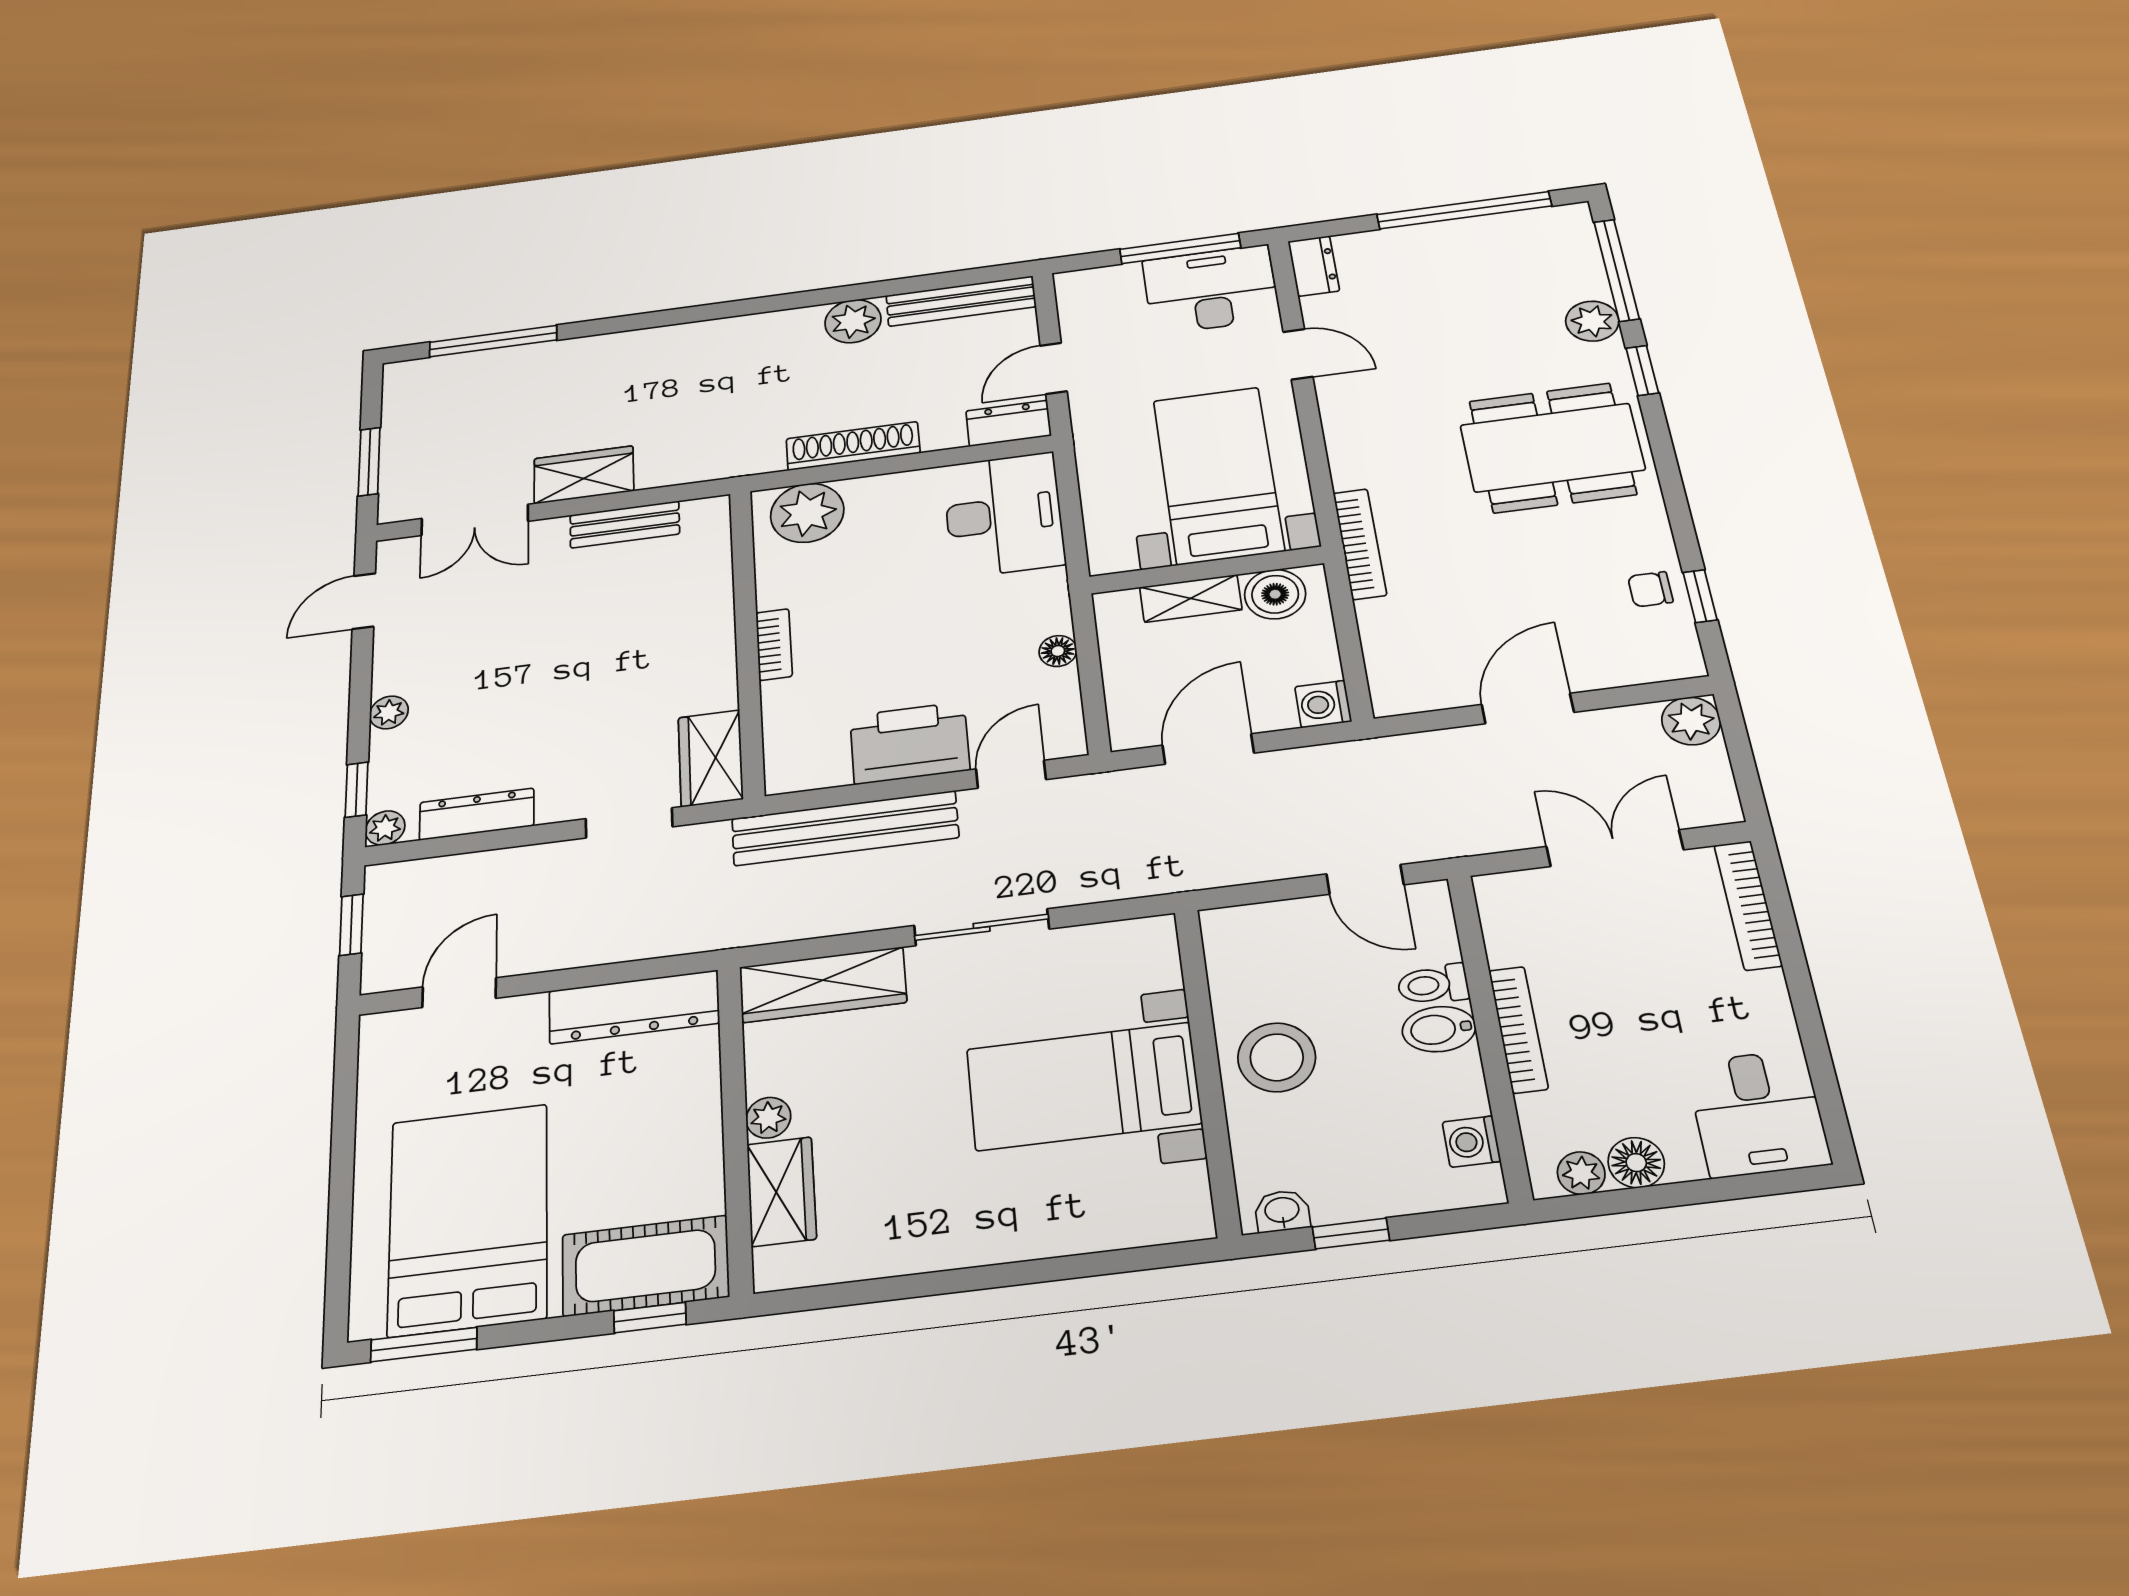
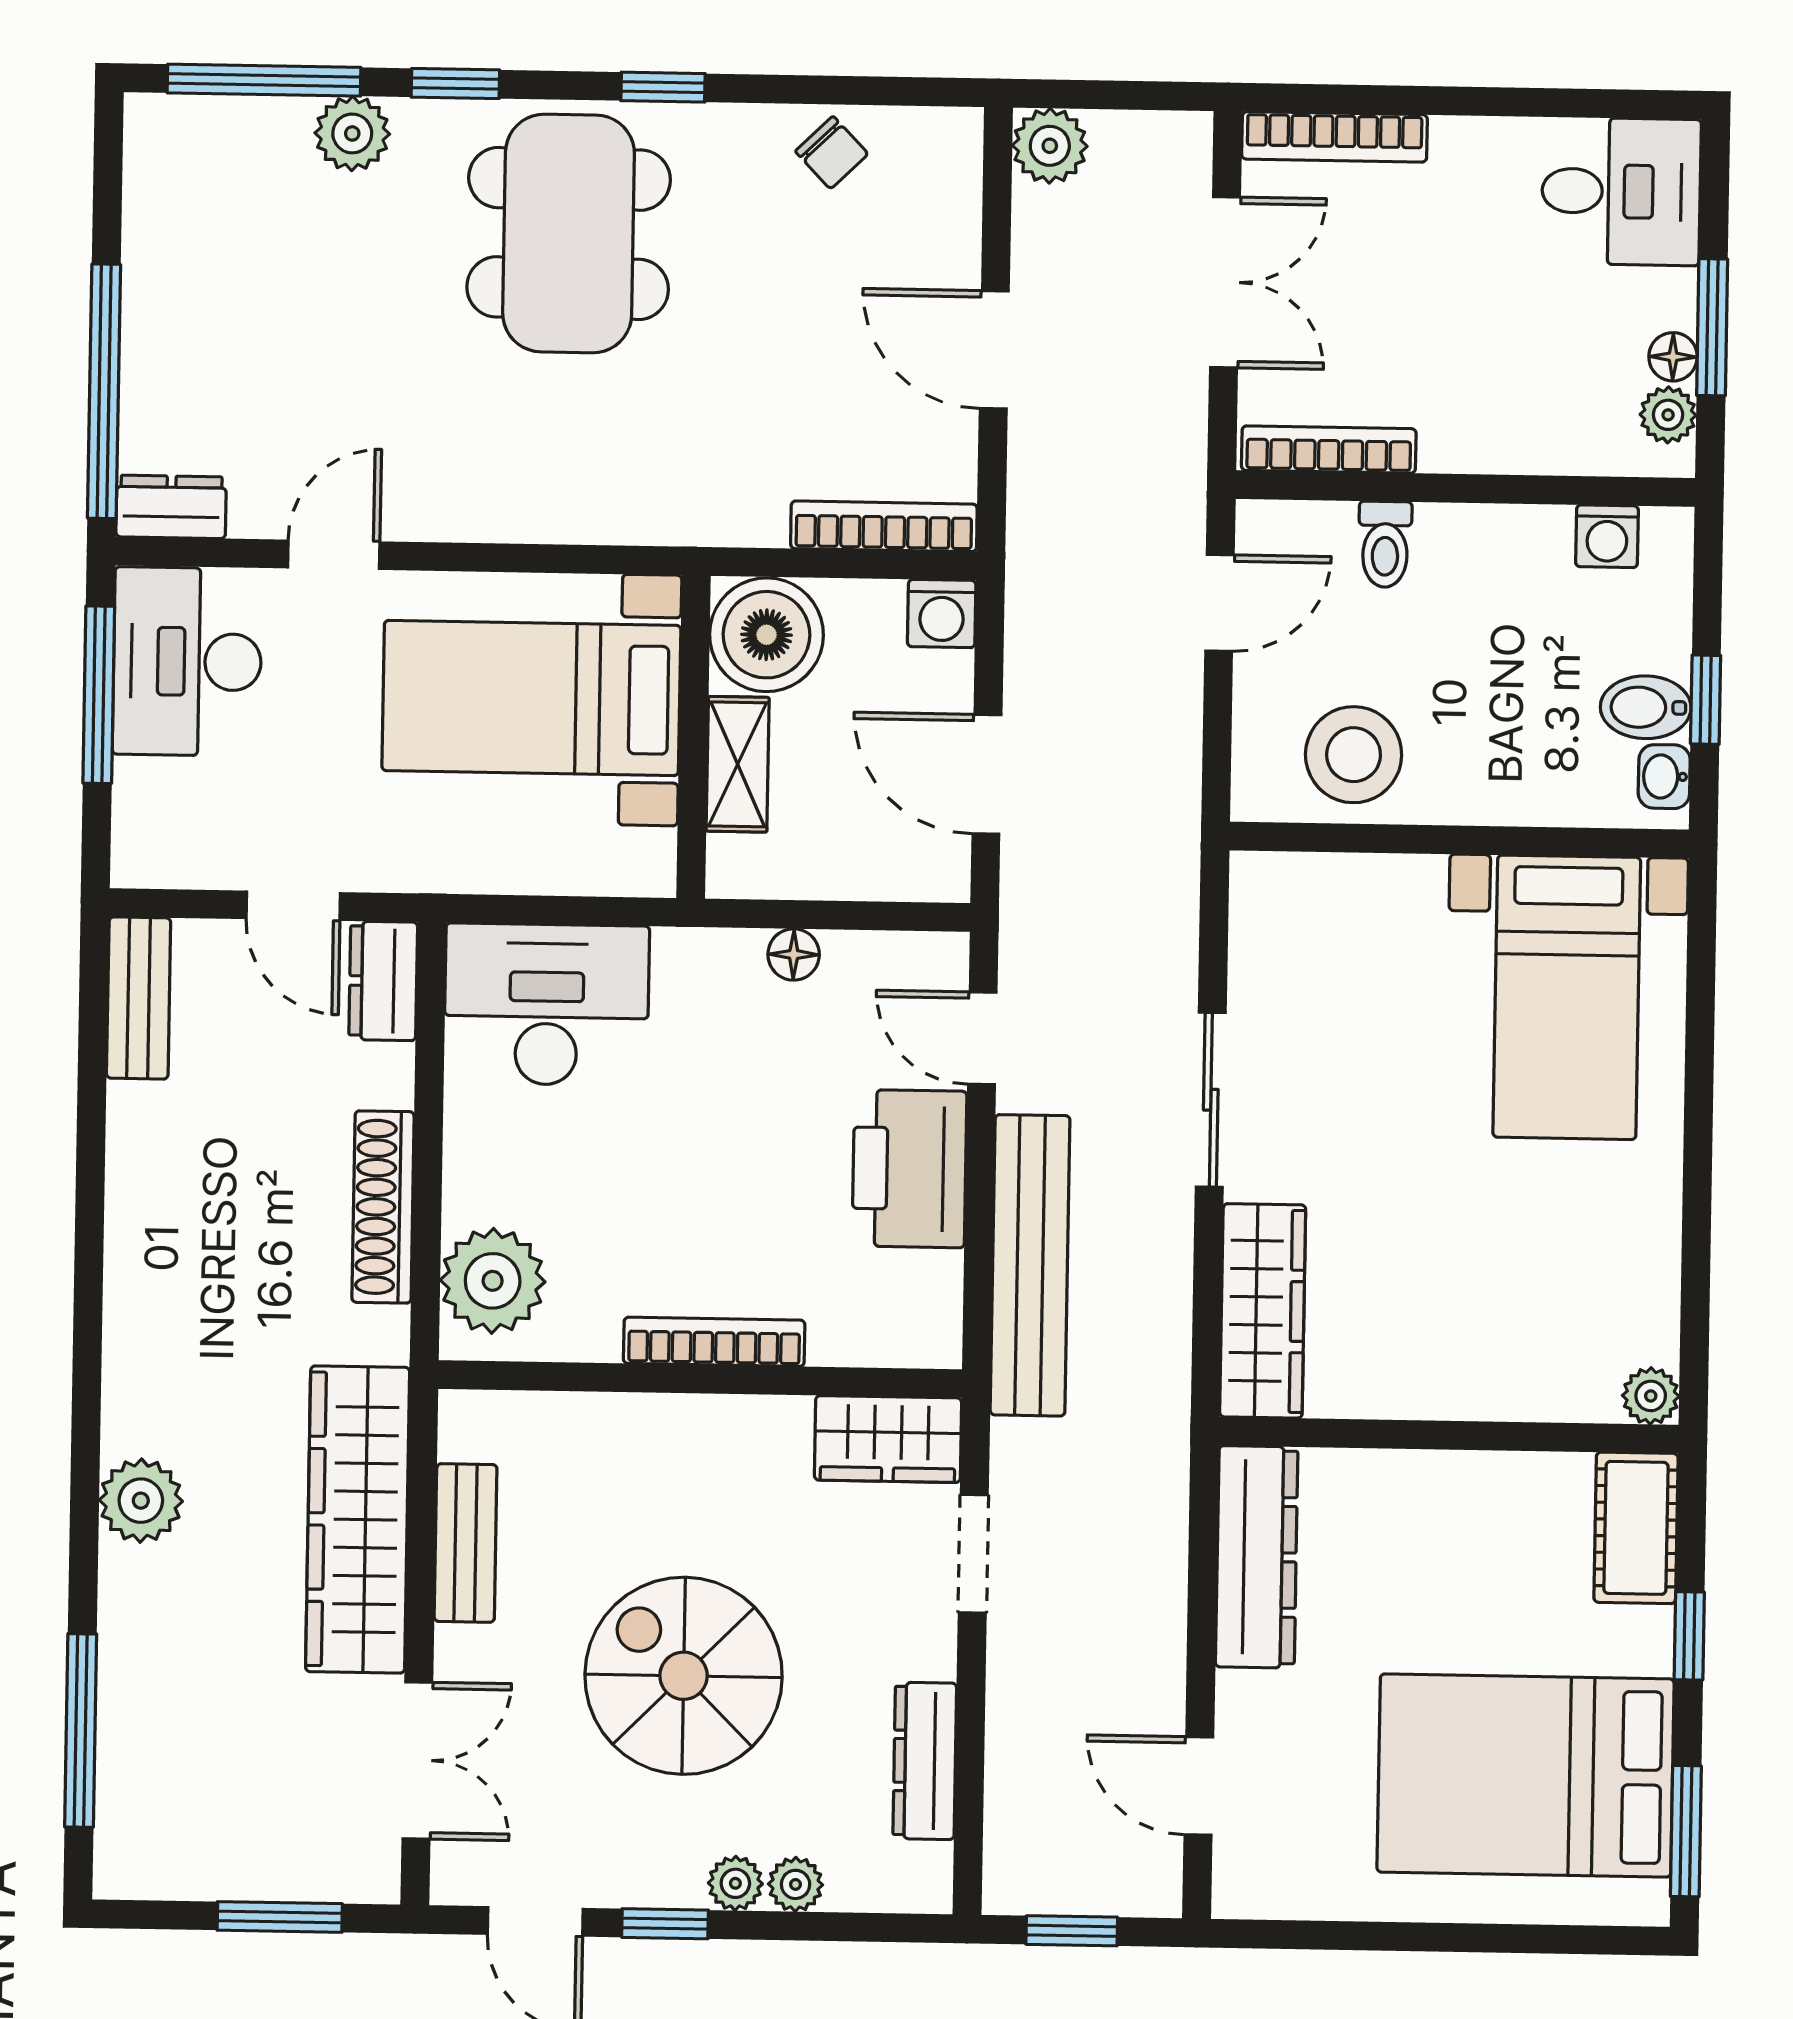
window: (1464, 210) -> (104, 391), moved
bench: (961, 301) -> (139, 998), width x0.73
plant: (853, 321) -> (141, 1501), moved
wardrobe: (584, 475) -> (358, 1520), width x2.10, depth x1.17
bookcase: (1360, 544) -> (884, 526), moved
chair: (1650, 589) -> (832, 153), turned -44
boiler: (1275, 594) -> (766, 635), width x1.37, depth x1.37
window: (1700, 596) -> (663, 87), moved
bookcase: (774, 645) -> (714, 1342), width x1.56
spiral stairs: (536, 661) -> (684, 1676), added
window: (357, 790) -> (665, 1924), moved
plant: (385, 828) -> (796, 1884), moved
double door: (1615, 848) -> (1225, 282), swing flipped
bidet: (1439, 1029) -> (1646, 707), moved, turned 90
bookcase: (1518, 1029) -> (1329, 450), moved
stool: (1277, 1057) -> (1354, 755), moved
bed with nightstands: (1083, 1086) -> (1567, 997), moved
plant: (768, 1118) -> (1651, 1396), moved
floor lamp: (1636, 1163) -> (1673, 357), width x0.73, depth x0.73
wardrobe: (781, 1192) -> (1547, 1382), removed
window: (1662, 1196) -> (1712, 327), added
cot: (645, 1266) -> (1636, 1528), width x0.73, depth x0.75
window: (650, 1318) -> (1689, 1636), moved

